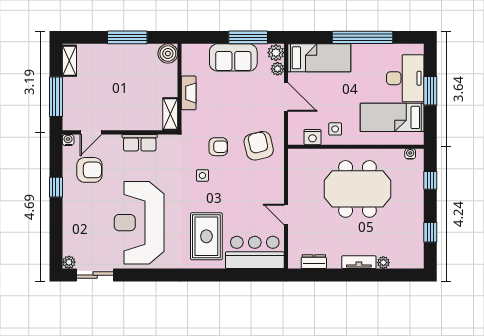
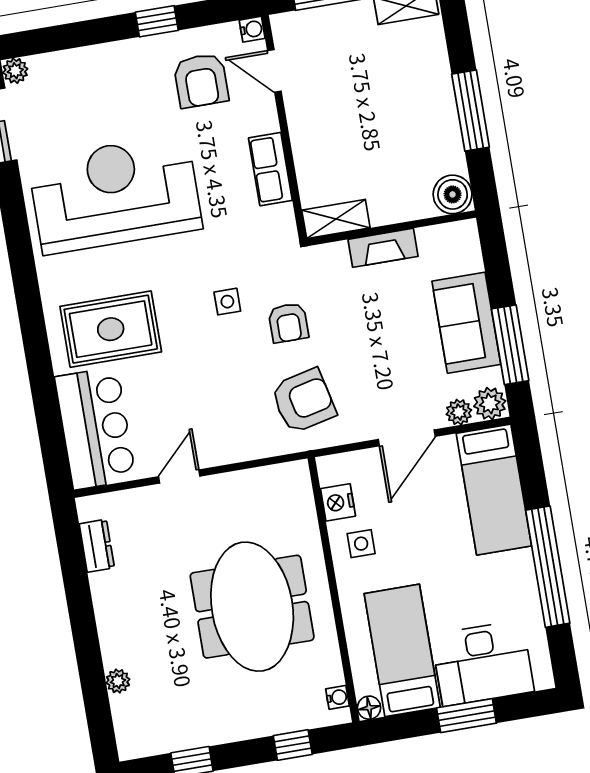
floor lamp: (418, 139) -> (369, 708), added
tv unit: (359, 262) -> (111, 633), removed

